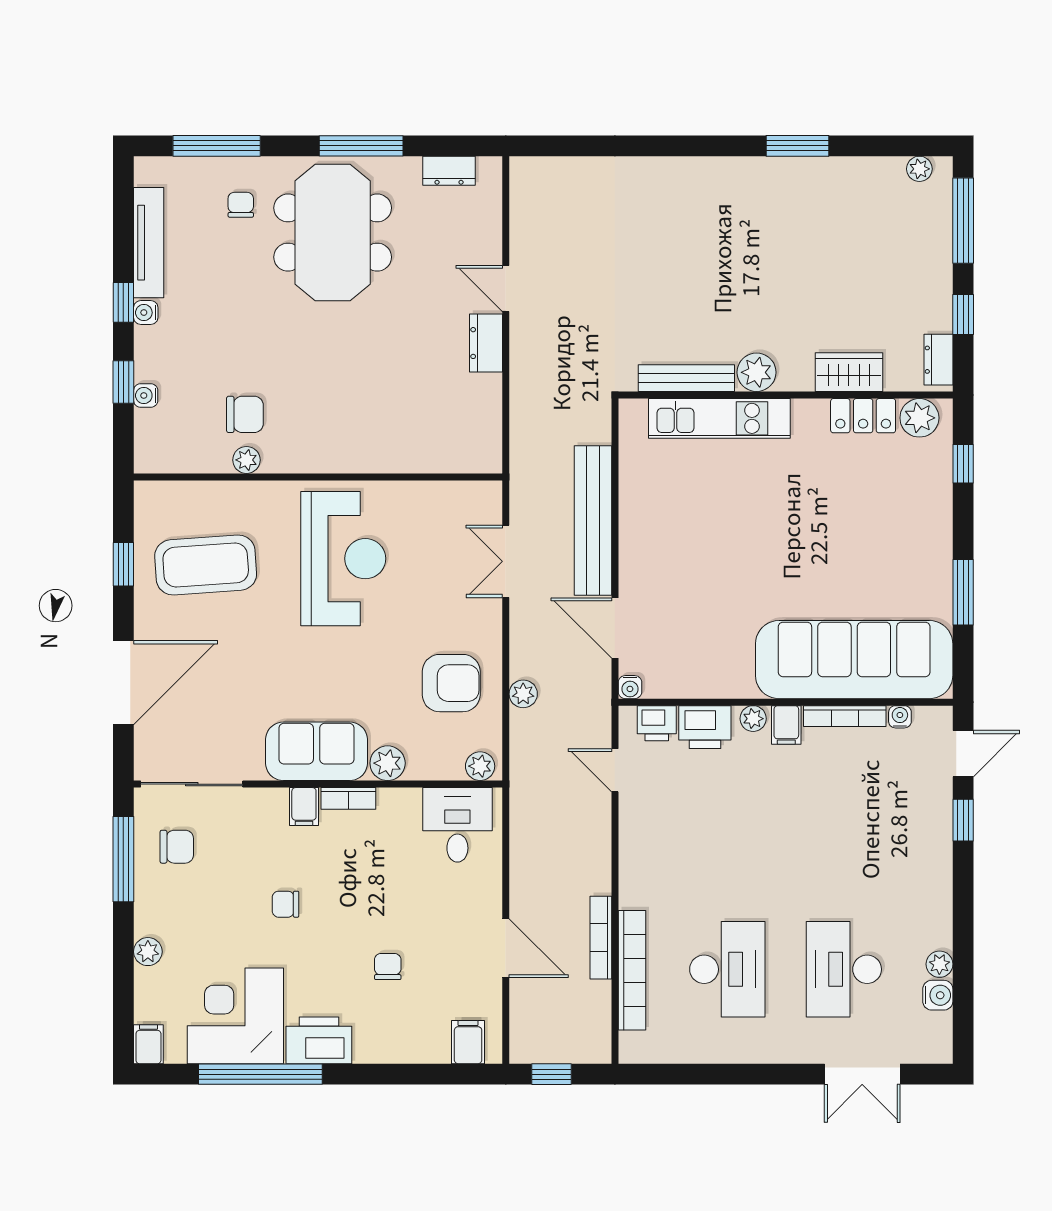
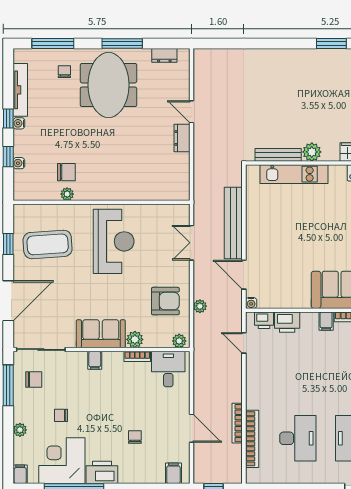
plant: (753, 719) -> (310, 318), removed
bookcase: (348, 798) -> (137, 356), moved
chair: (286, 904) -> (61, 415), moved

